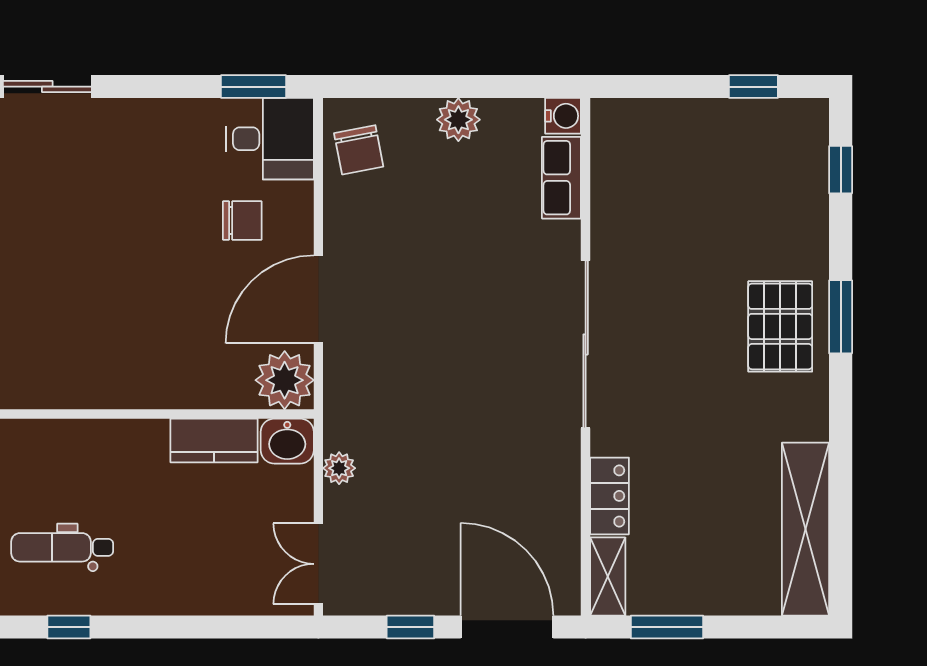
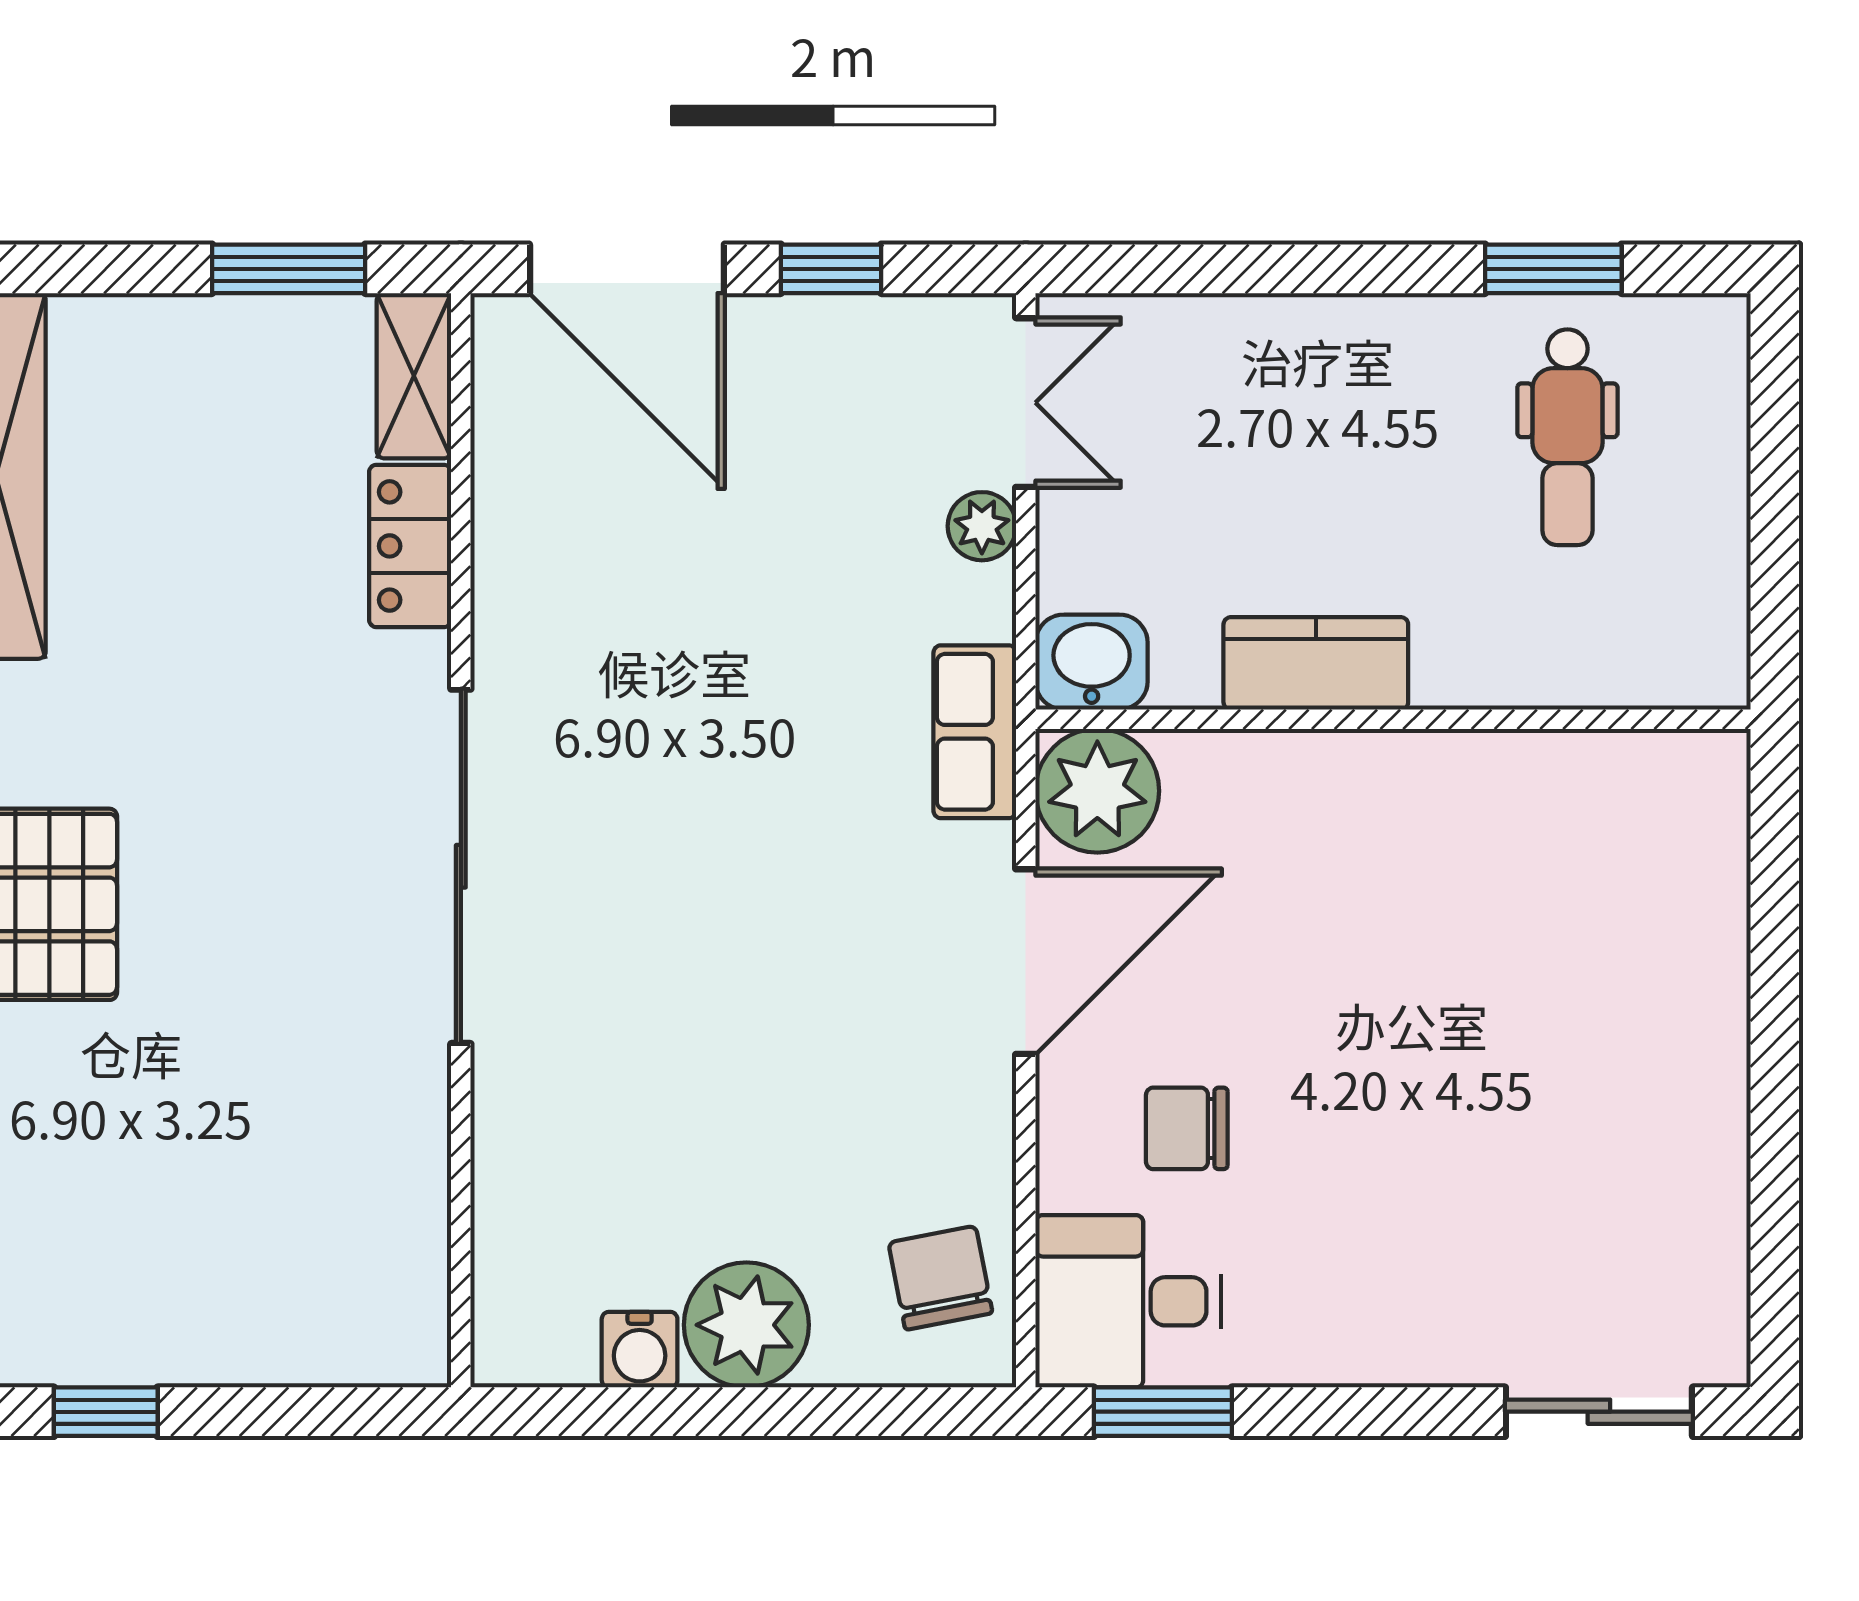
water cooler: (563, 116) -> (640, 1350), moved, turned -90
plant: (458, 120) -> (746, 1325), width x1.36, depth x1.36
row of seats: (561, 178) -> (975, 732), moved, turned 180
kitchen counter: (214, 440) -> (1316, 663), moved
plant: (339, 468) -> (982, 526), moved
dental chair: (62, 547) -> (1567, 437), turned 90
window: (69, 627) -> (1553, 269), width x1.50

